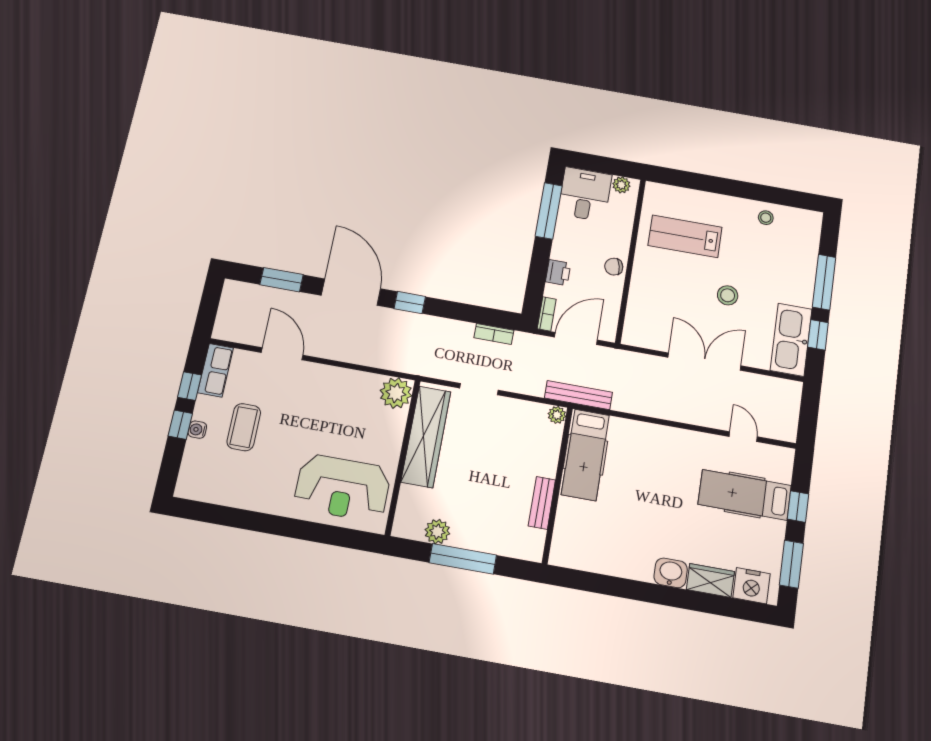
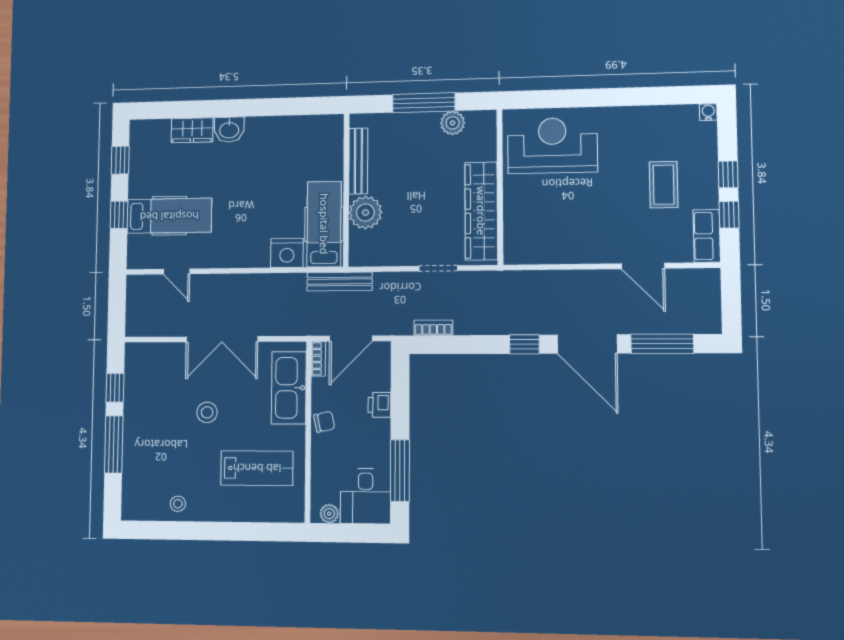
window: (282, 280) -> (662, 344), width x1.44
bookcase: (547, 314) -> (318, 359), moved, turned 180
kitchen sink: (791, 340) -> (289, 388), moved, turned 180
plant: (396, 393) -> (519, 248), removed
plant: (557, 415) -> (365, 212), moved, width x1.88, depth x1.88
water cooler: (197, 430) -> (708, 112), moved, turned -90
bench: (542, 503) -> (358, 161), width x1.36
window: (791, 564) -> (120, 160), width x0.67
nightstand: (752, 586) -> (287, 253), moved, turned 180

